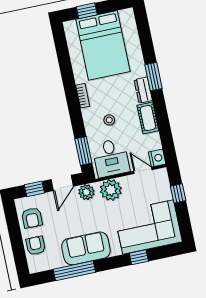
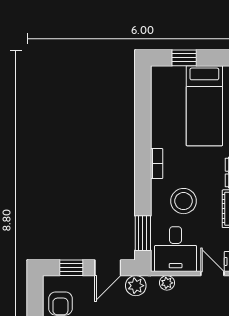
bed: (103, 45) -> (204, 106), width x0.67
stool: (109, 120) -> (184, 201), width x1.89, depth x1.89
plant: (111, 190) -> (167, 283), width x0.53, depth x0.53

